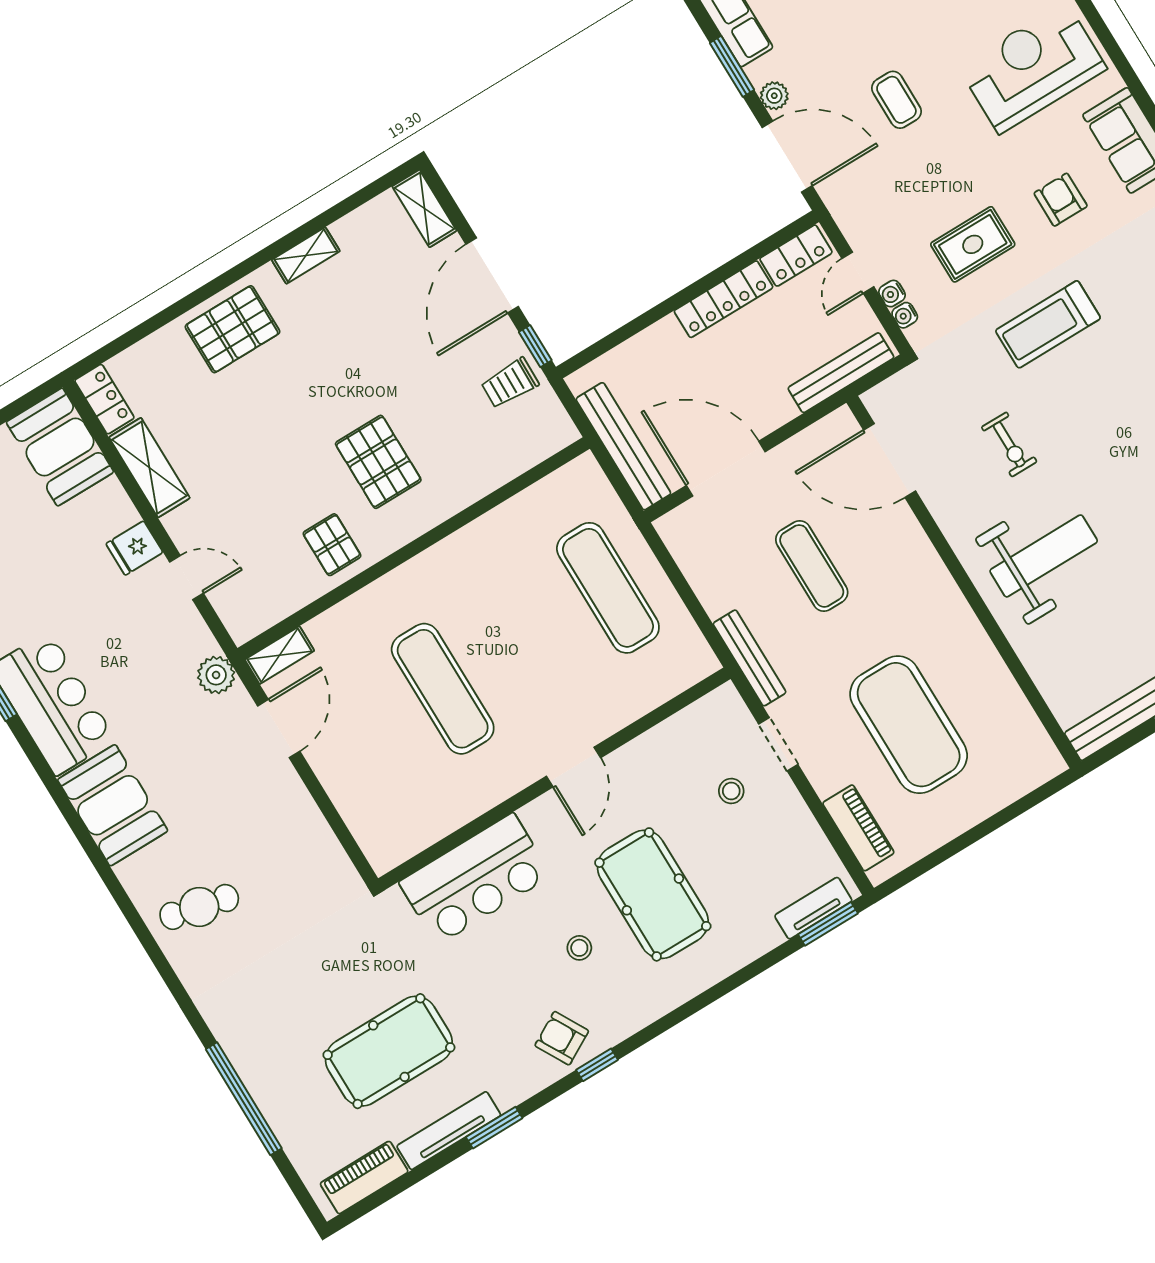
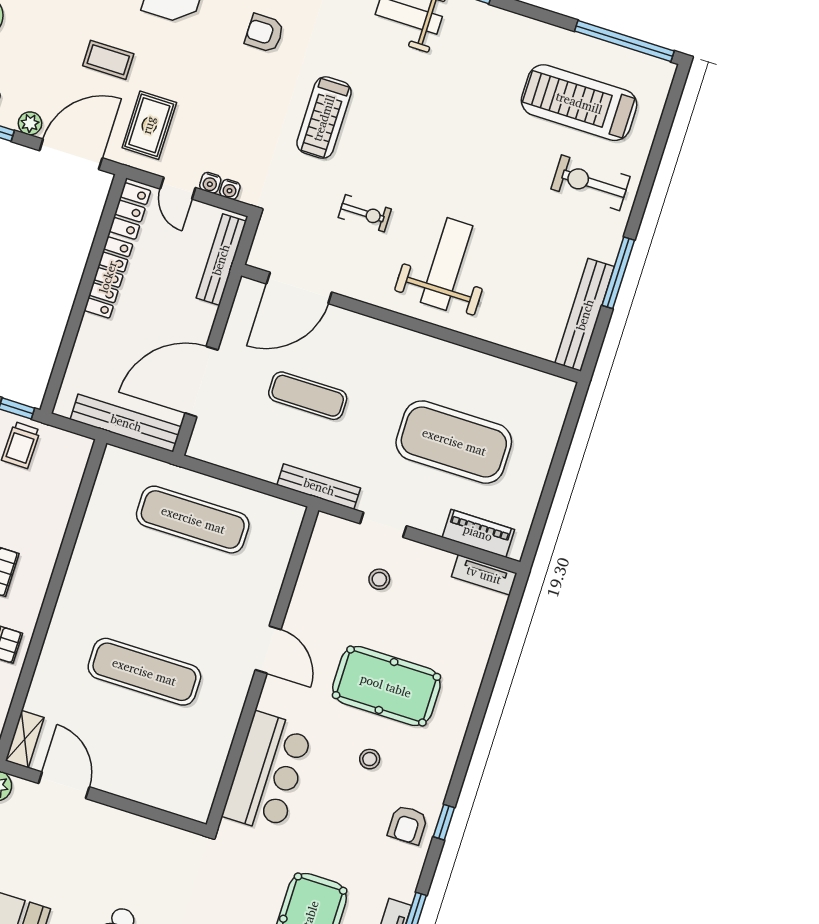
rug: (973, 244) -> (149, 125), moved
tv unit: (813, 908) -> (484, 575), moved, turned -90
window: (828, 924) -> (511, 610), removed
armchair: (562, 1038) -> (408, 825), turned -61

